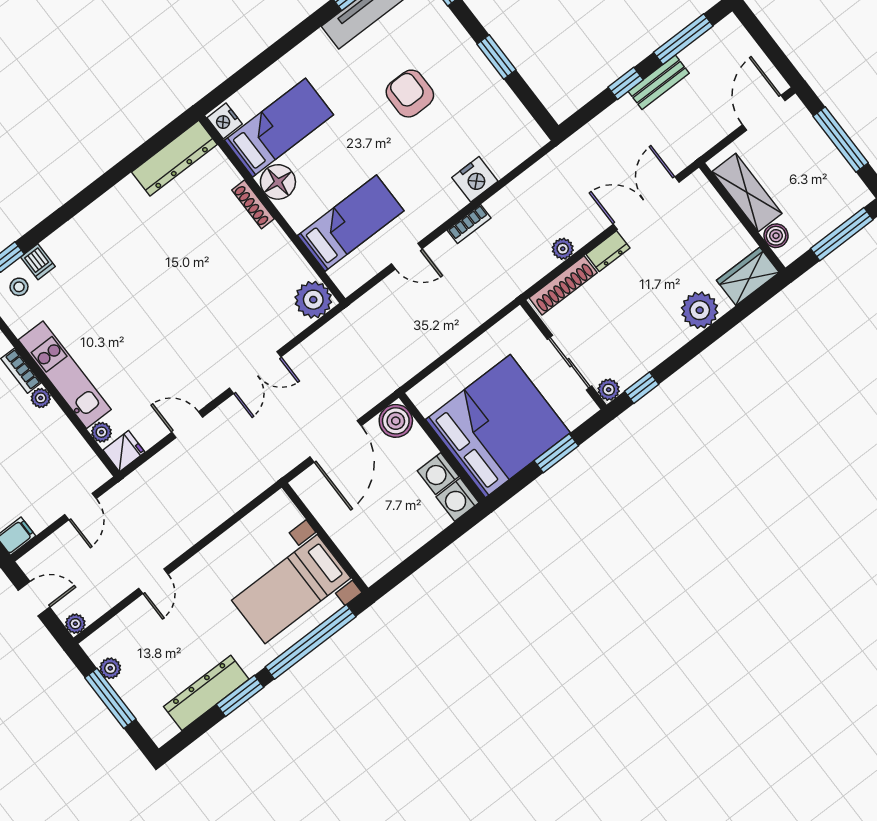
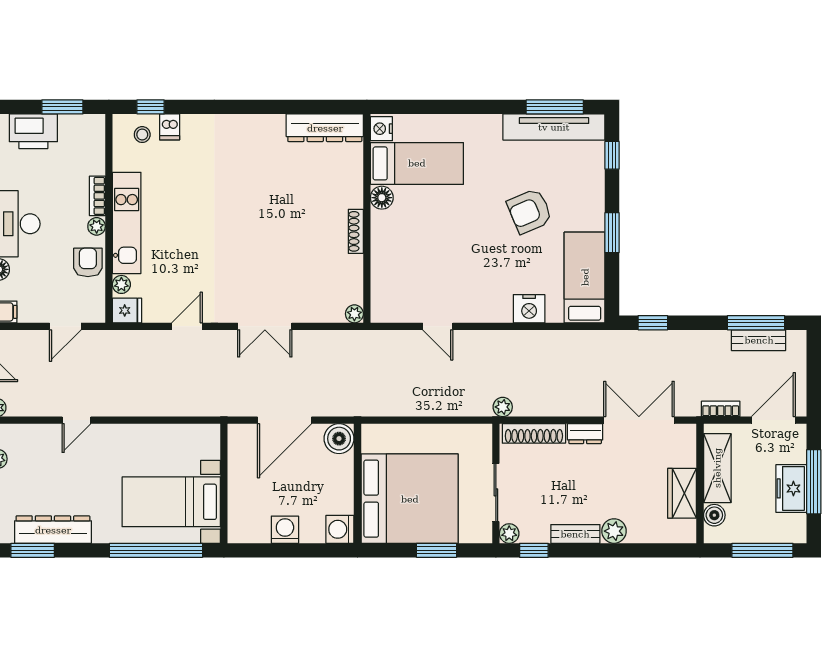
bench: (659, 82) -> (759, 340), moved
window: (626, 83) -> (653, 323), moved
armchair: (410, 94) -> (530, 211), turned -113
freezer: (825, 161) -> (791, 488), added
floor lamp: (278, 182) -> (382, 198), width x0.73, depth x0.73
shoe rack: (253, 204) -> (356, 231), moved
bed: (351, 223) -> (585, 277), moved, turned -90
bookcase: (469, 224) -> (721, 409), moved, turned 180
plant: (563, 249) -> (503, 407), moved
wardrobe: (748, 276) -> (682, 493), moved, turned -90
plant: (313, 300) -> (354, 314), width x0.53, depth x0.53
plant: (700, 310) -> (614, 531), width x0.73, depth x0.73
bench: (667, 346) -> (575, 534), added
door: (187, 425) -> (187, 326), hinge flipped
armchair: (57, 435) -> (88, 262), added
washing machine: (438, 474) -> (285, 530), moved, turned 90
window: (240, 696) -> (33, 550), moved

